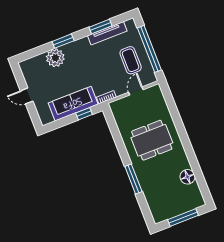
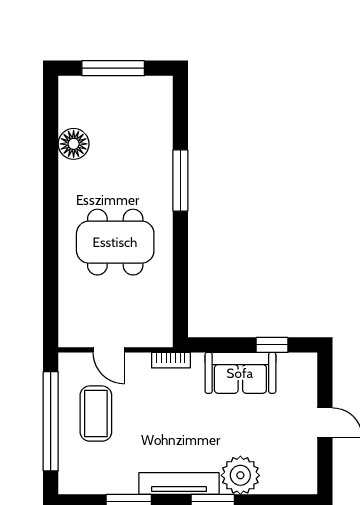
tv unit: (107, 33) -> (179, 484), moved
door: (136, 91) -> (109, 350), hinge flipped
sofa: (73, 104) -> (240, 373), width x0.73
window: (84, 114) -> (272, 345), moved

